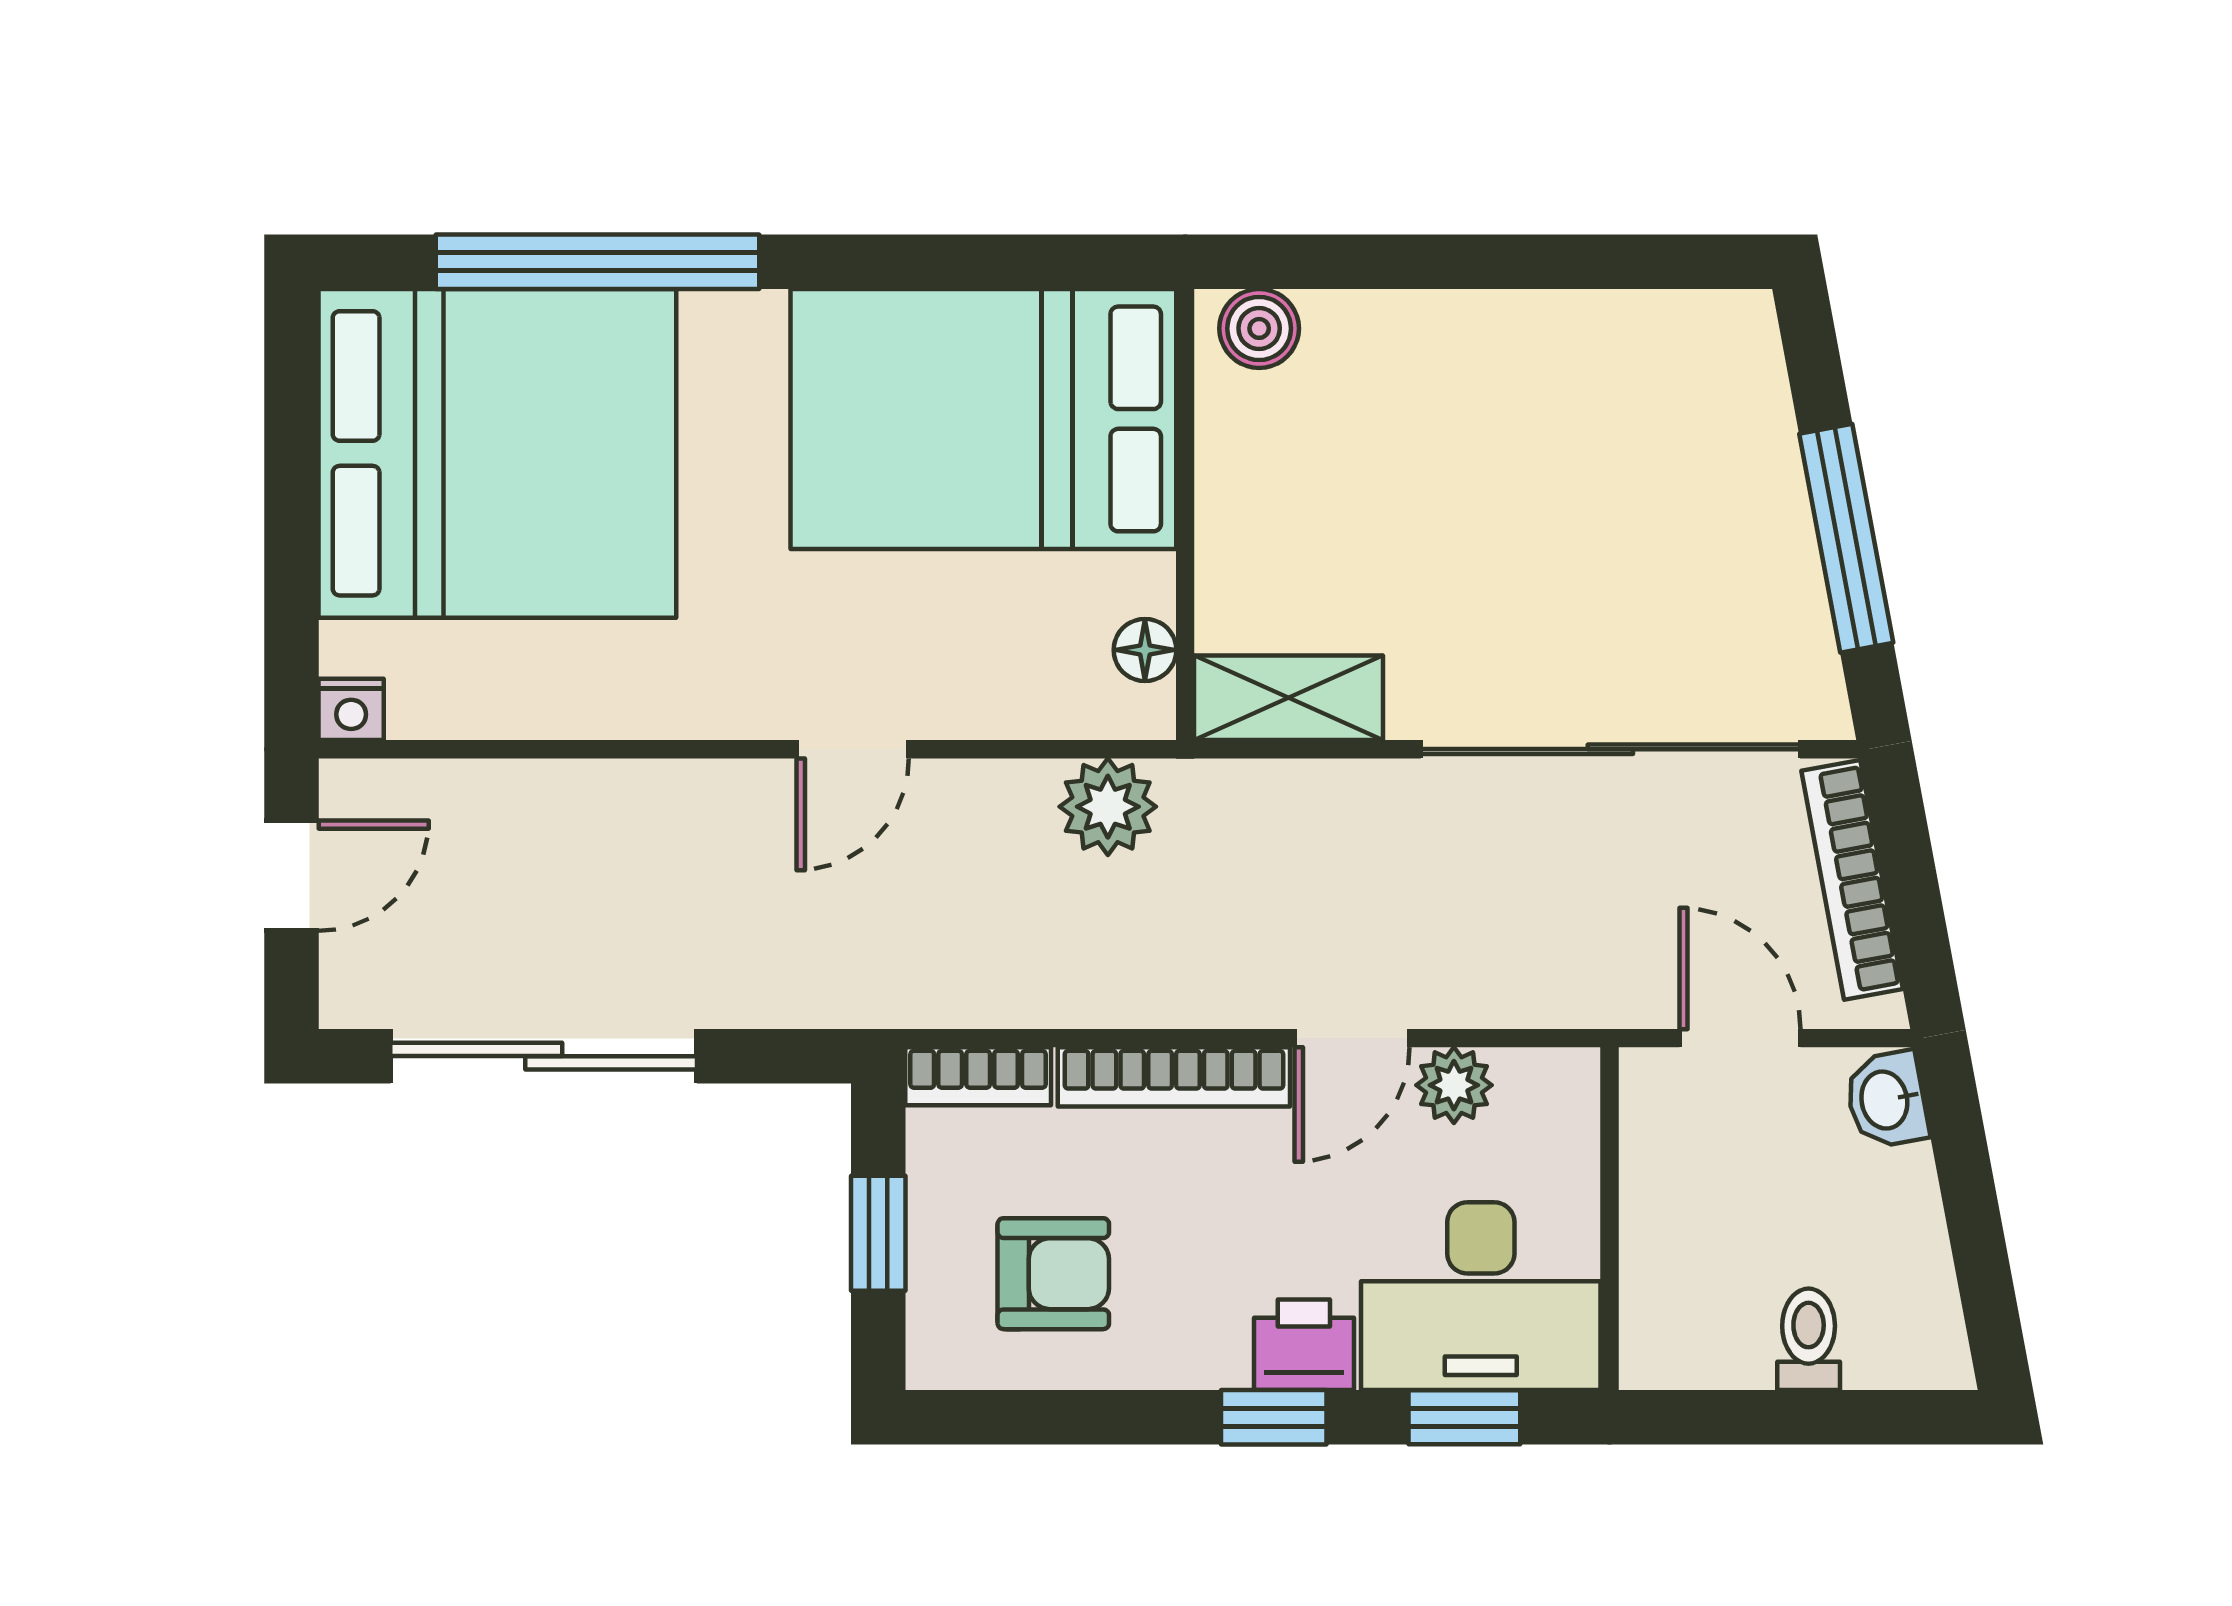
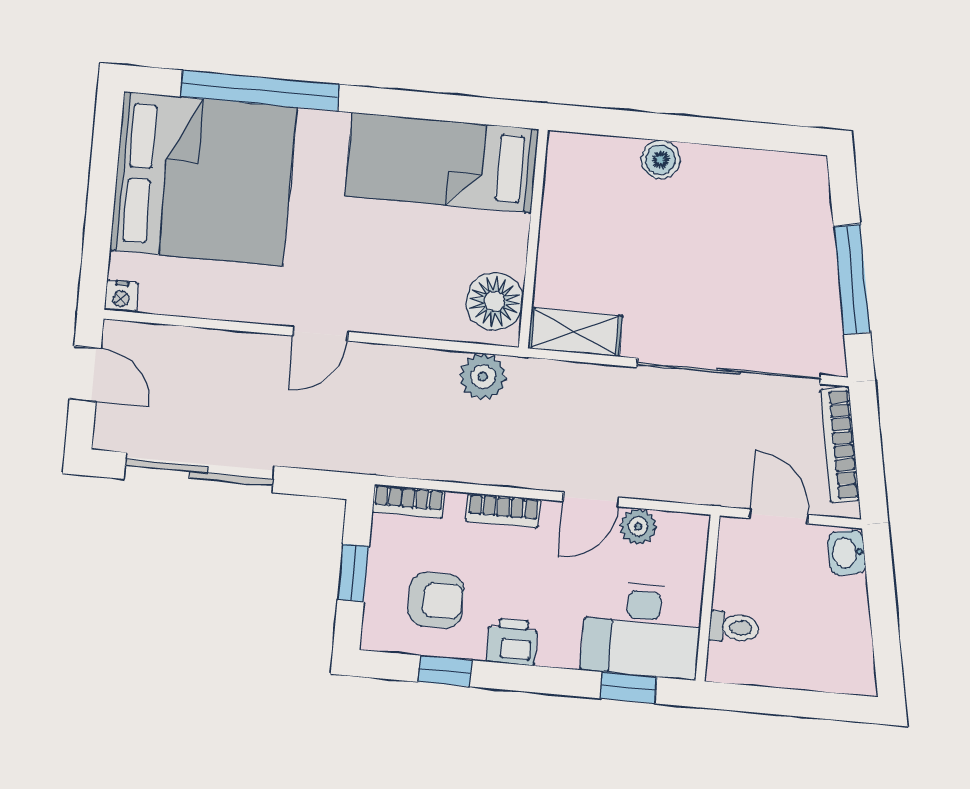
boiler: (1259, 328) -> (661, 160), moved
bed: (983, 419) -> (442, 163), width x0.67
floor lamp: (1145, 650) -> (495, 301), width x1.89, depth x1.89
door: (853, 749) -> (321, 334), moved
door: (291, 876) -> (85, 374), hinge flipped
bookcase: (1174, 1077) -> (503, 510), width x0.64
toilet: (1809, 1339) -> (734, 627), moved, turned 90
printer: (1304, 1345) -> (512, 642), moved
window: (1274, 1417) -> (445, 671), moved

